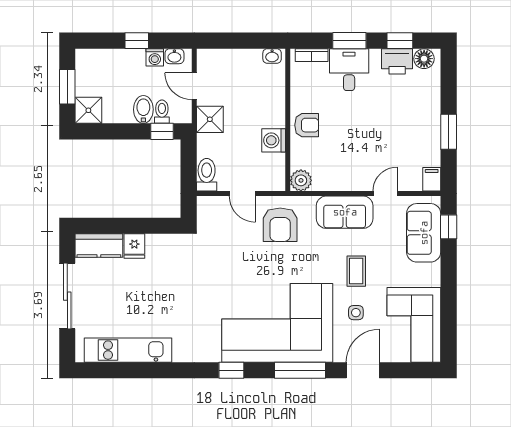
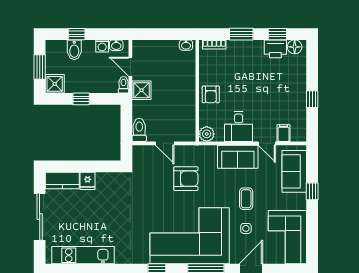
window: (137, 41) -> (77, 34), moved
desk: (349, 70) -> (239, 127), moved, turned 180
bidet: (143, 109) -> (74, 50), moved, turned 180
toilet: (162, 112) -> (123, 85), moved
armchair: (307, 125) -> (211, 94), turned 90
window: (162, 131) -> (81, 99), moved
window: (449, 132) -> (312, 99), width x0.67
washing machine: (274, 140) -> (187, 105), removed
filing cabinet: (432, 179) -> (284, 133), moved
door: (385, 194) -> (267, 143), swing flipped
armchair: (280, 225) -> (186, 179), moved, turned -90
window: (449, 227) -> (312, 191), moved

